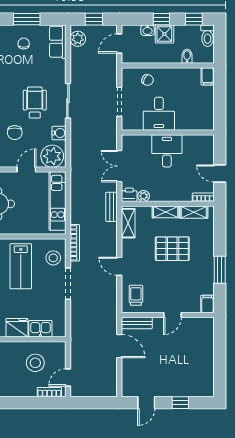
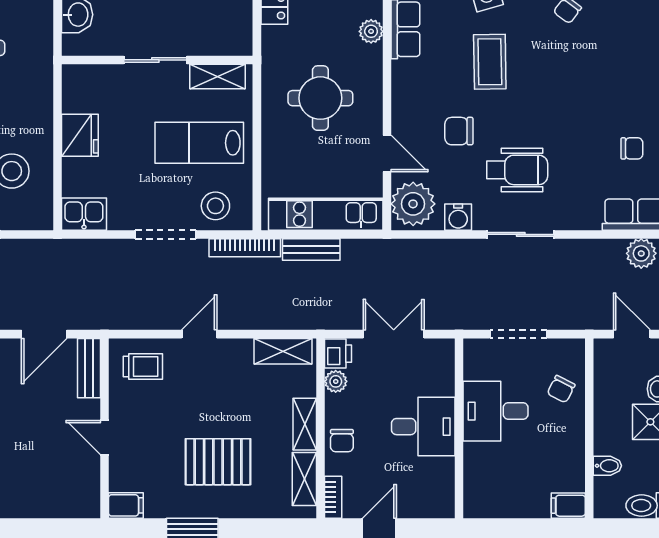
chair: (174, 193) -> (342, 441), added
bench: (112, 207) -> (311, 250), moved
pallet: (172, 249) -> (218, 462), moved, turned 90
kitchen sink: (40, 329) -> (84, 214), moved, turned -90

